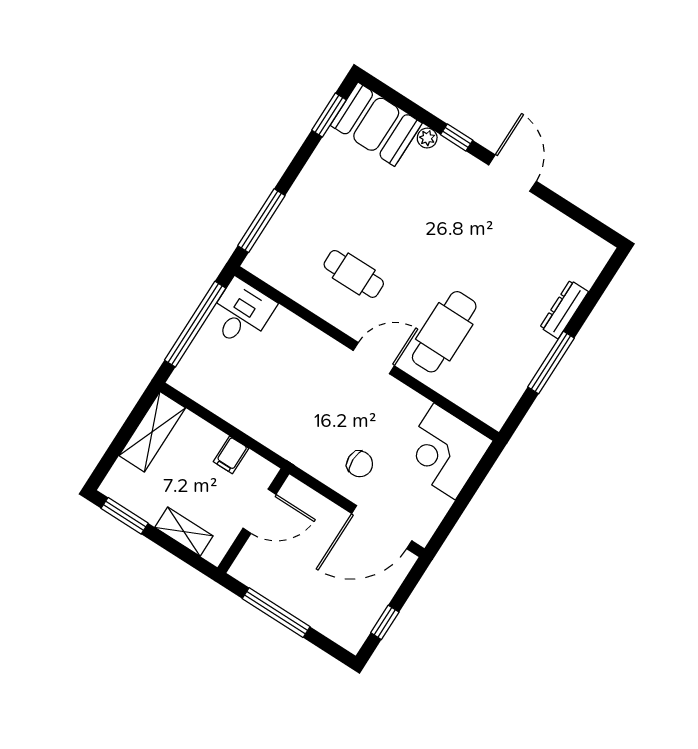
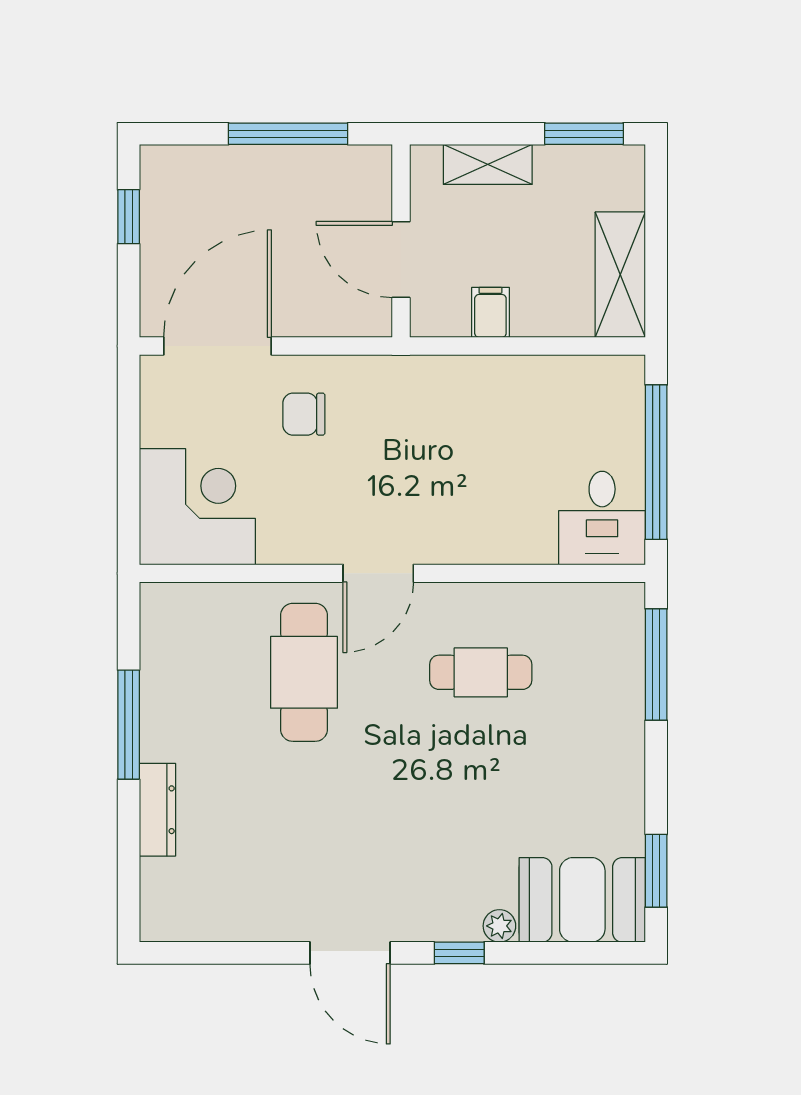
door: (259, 511) -> (401, 260), hinge flipped

